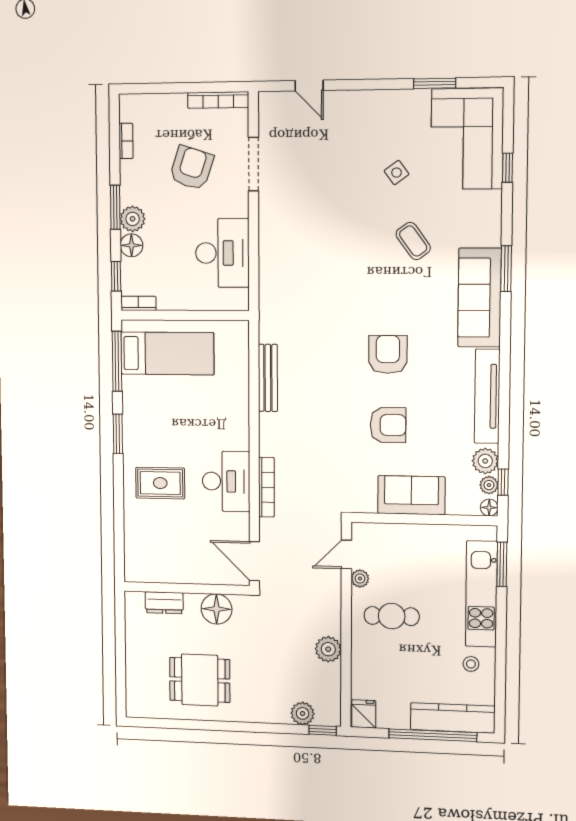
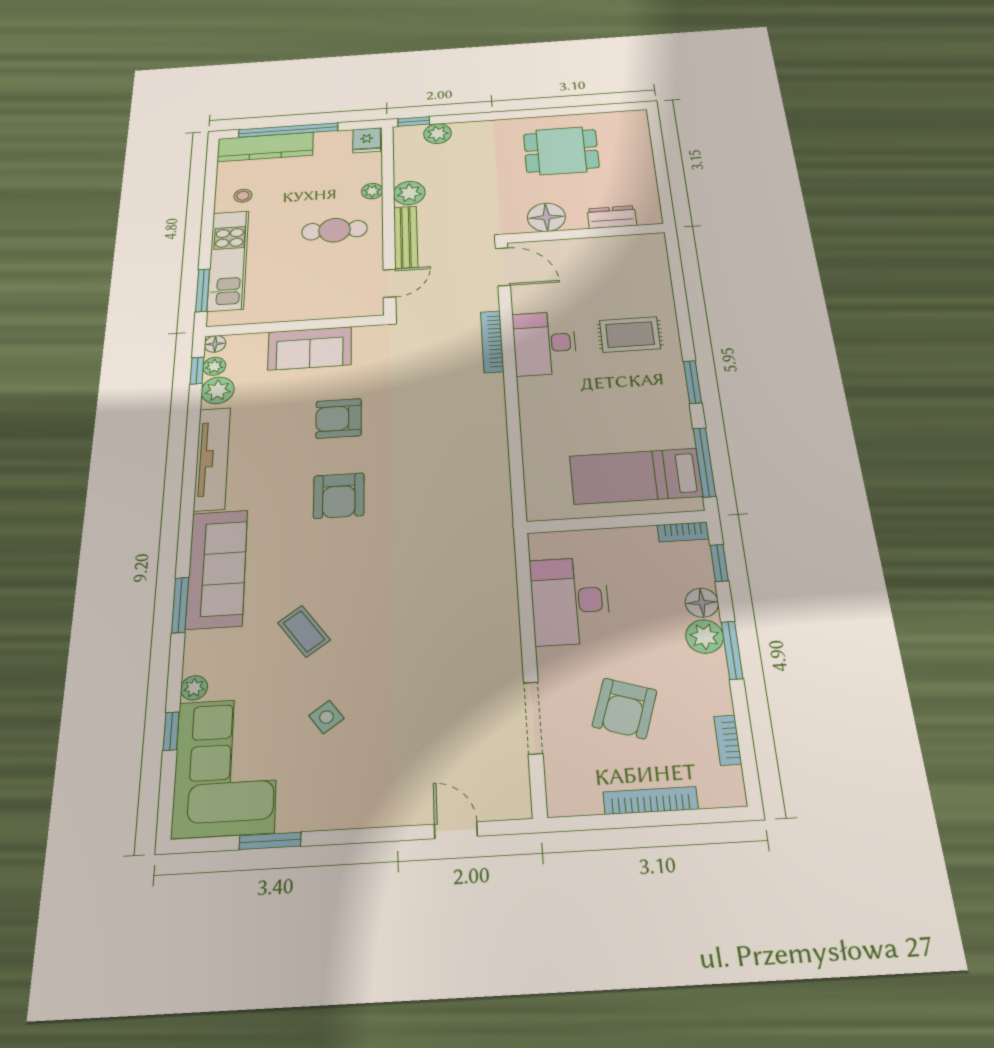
bookcase: (218, 100) -> (650, 801), moved
plant: (492, 201) -> (194, 688), added
bench: (268, 378) -> (406, 237), moved
plant: (360, 578) -> (372, 191), moved

